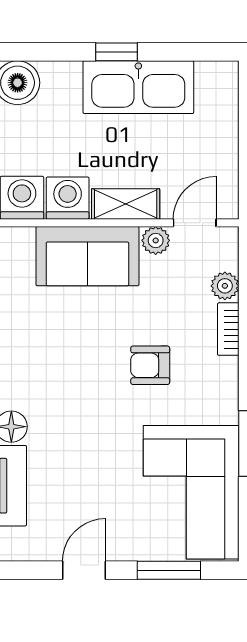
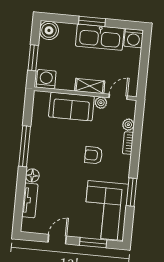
window: (116, 52) -> (92, 21), width x1.50
washing machine: (68, 198) -> (134, 38), moved, turned 180

